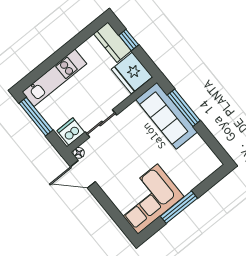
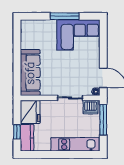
window: (184, 108) -> (17, 69), removed
window: (36, 117) -> (103, 120), moved

